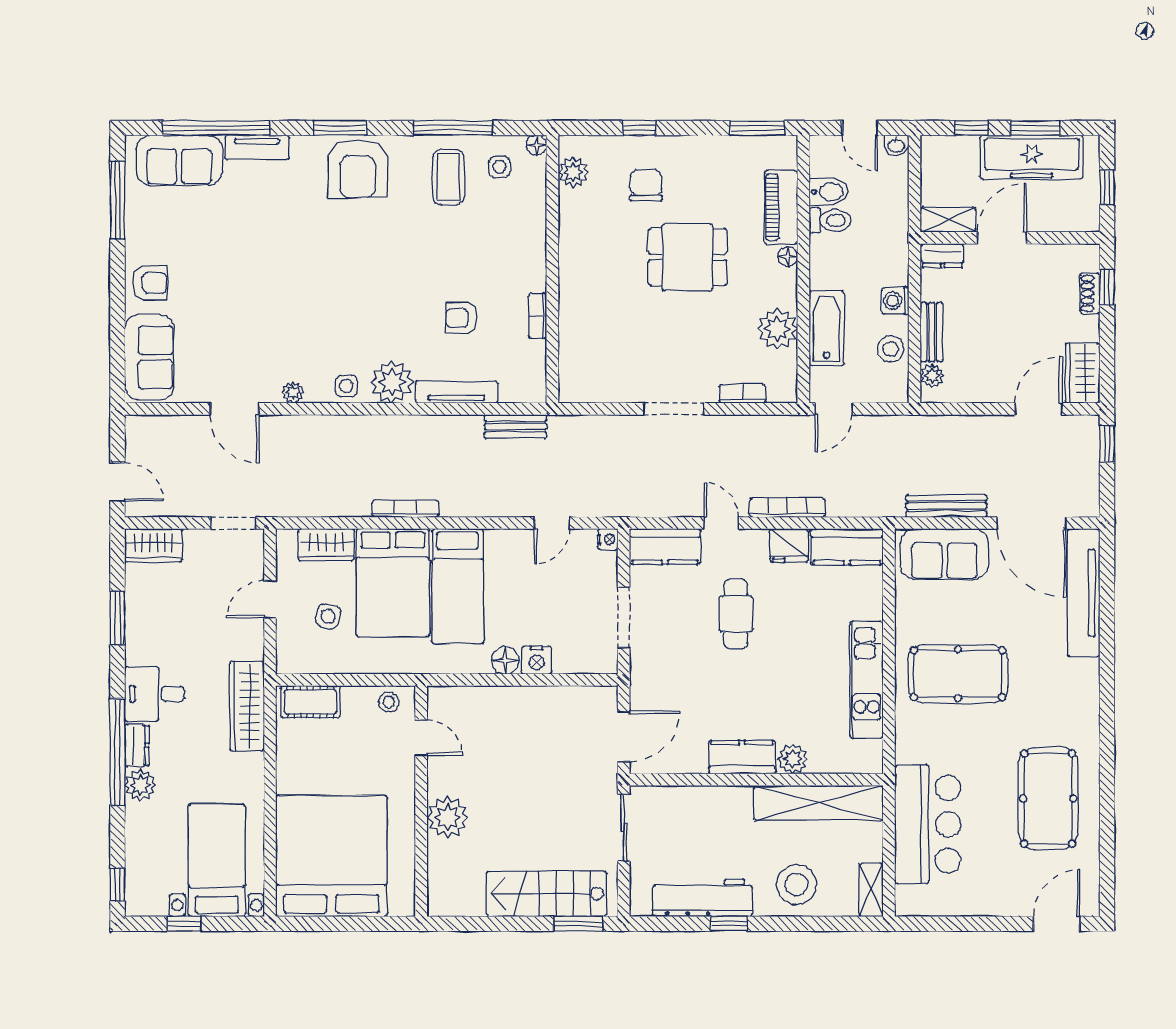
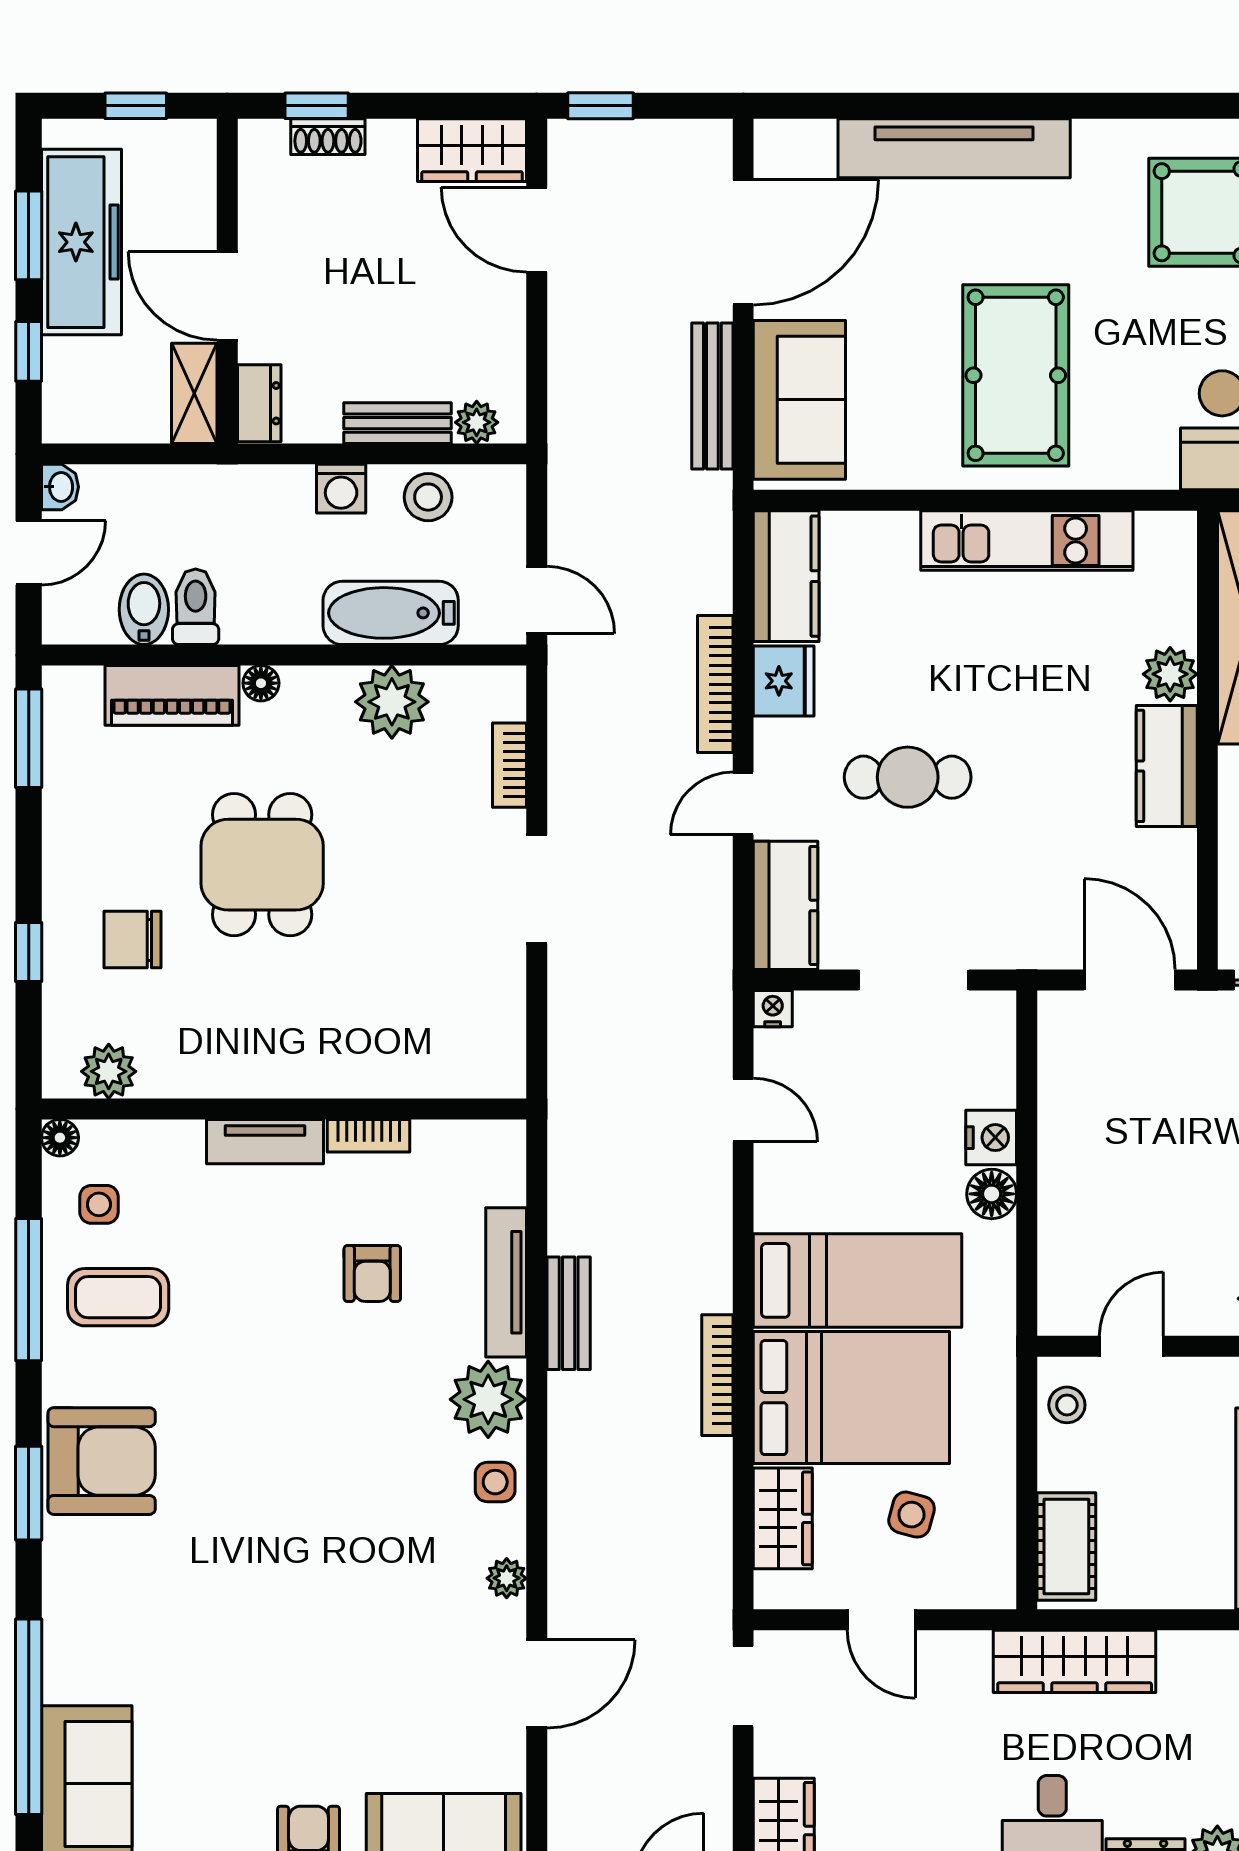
tv unit: (257, 147) -> (265, 1142), moved, turned 90
bench: (515, 427) -> (569, 1313), moved
tv unit: (1084, 593) -> (954, 148), moved

